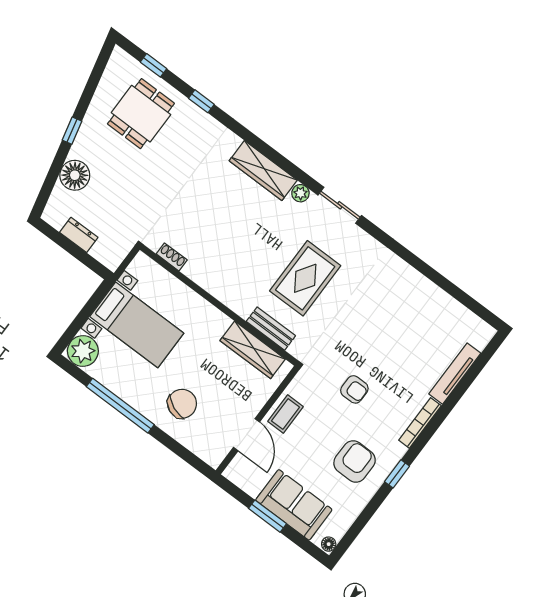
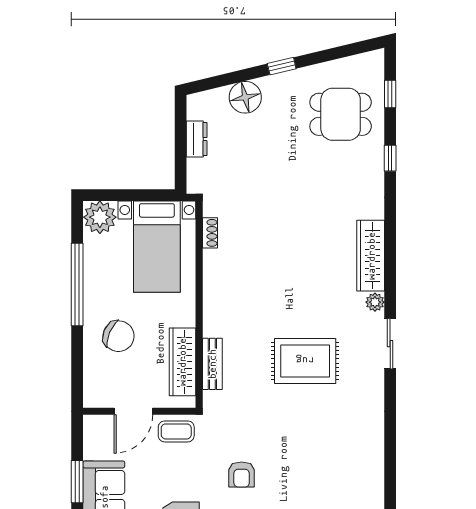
shoe rack: (172, 257) -> (210, 233), moved
wall: (219, 305) -> (199, 304), moved
bench: (271, 329) -> (212, 364), moved
wardrobe: (253, 350) -> (182, 362), moved

